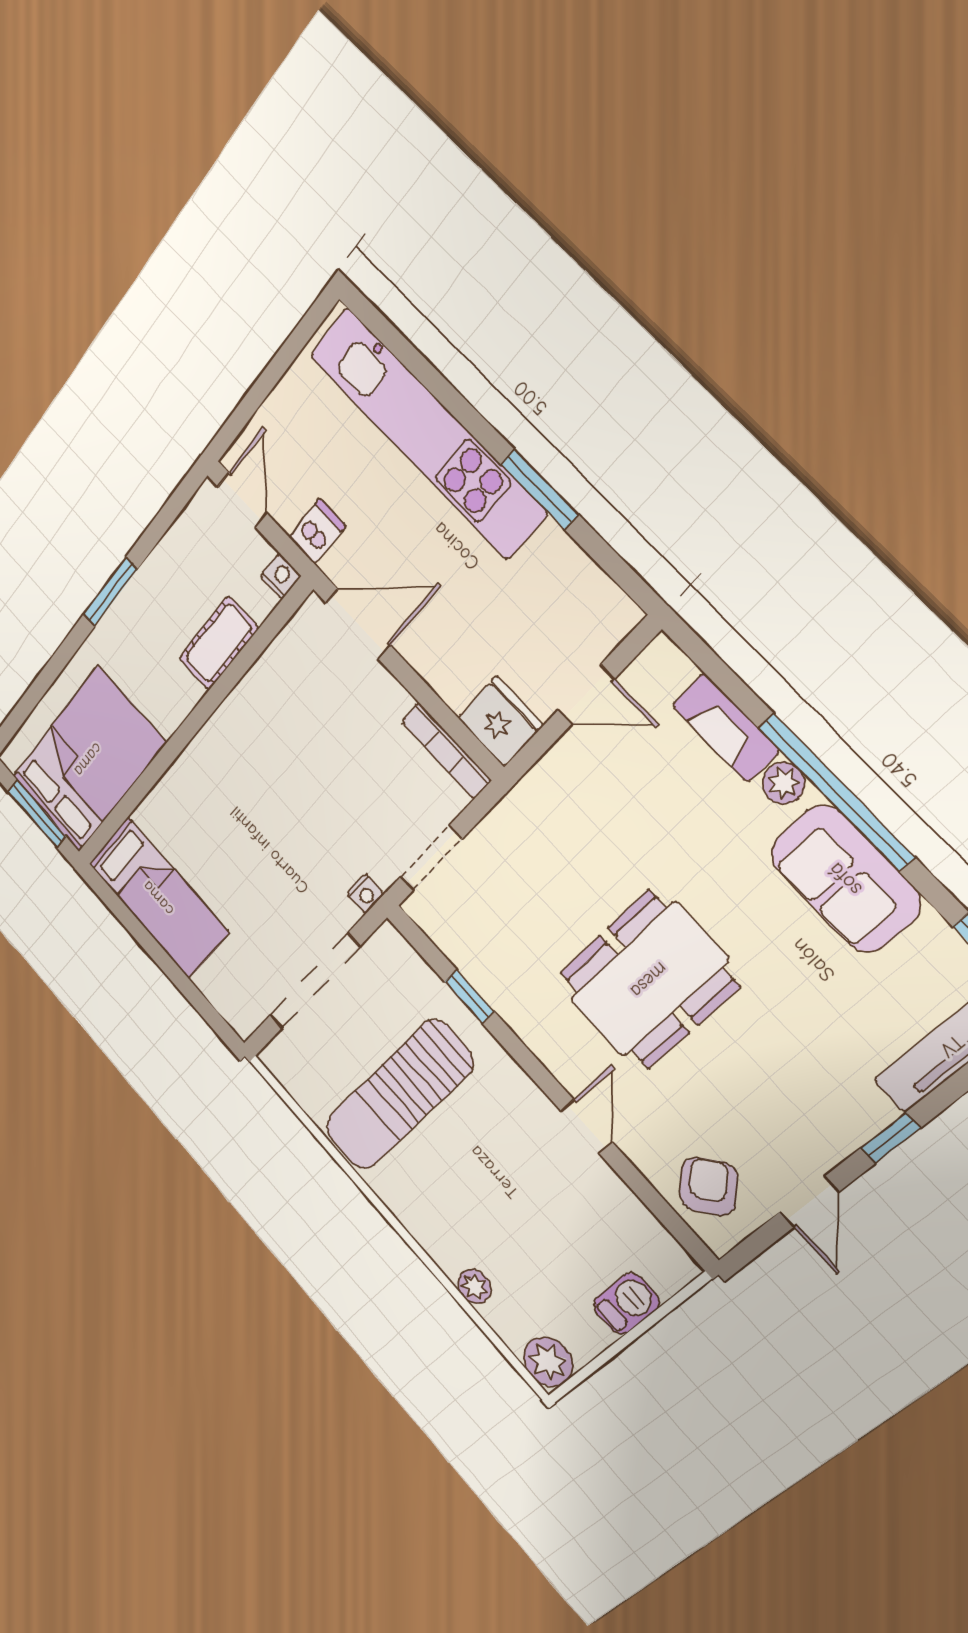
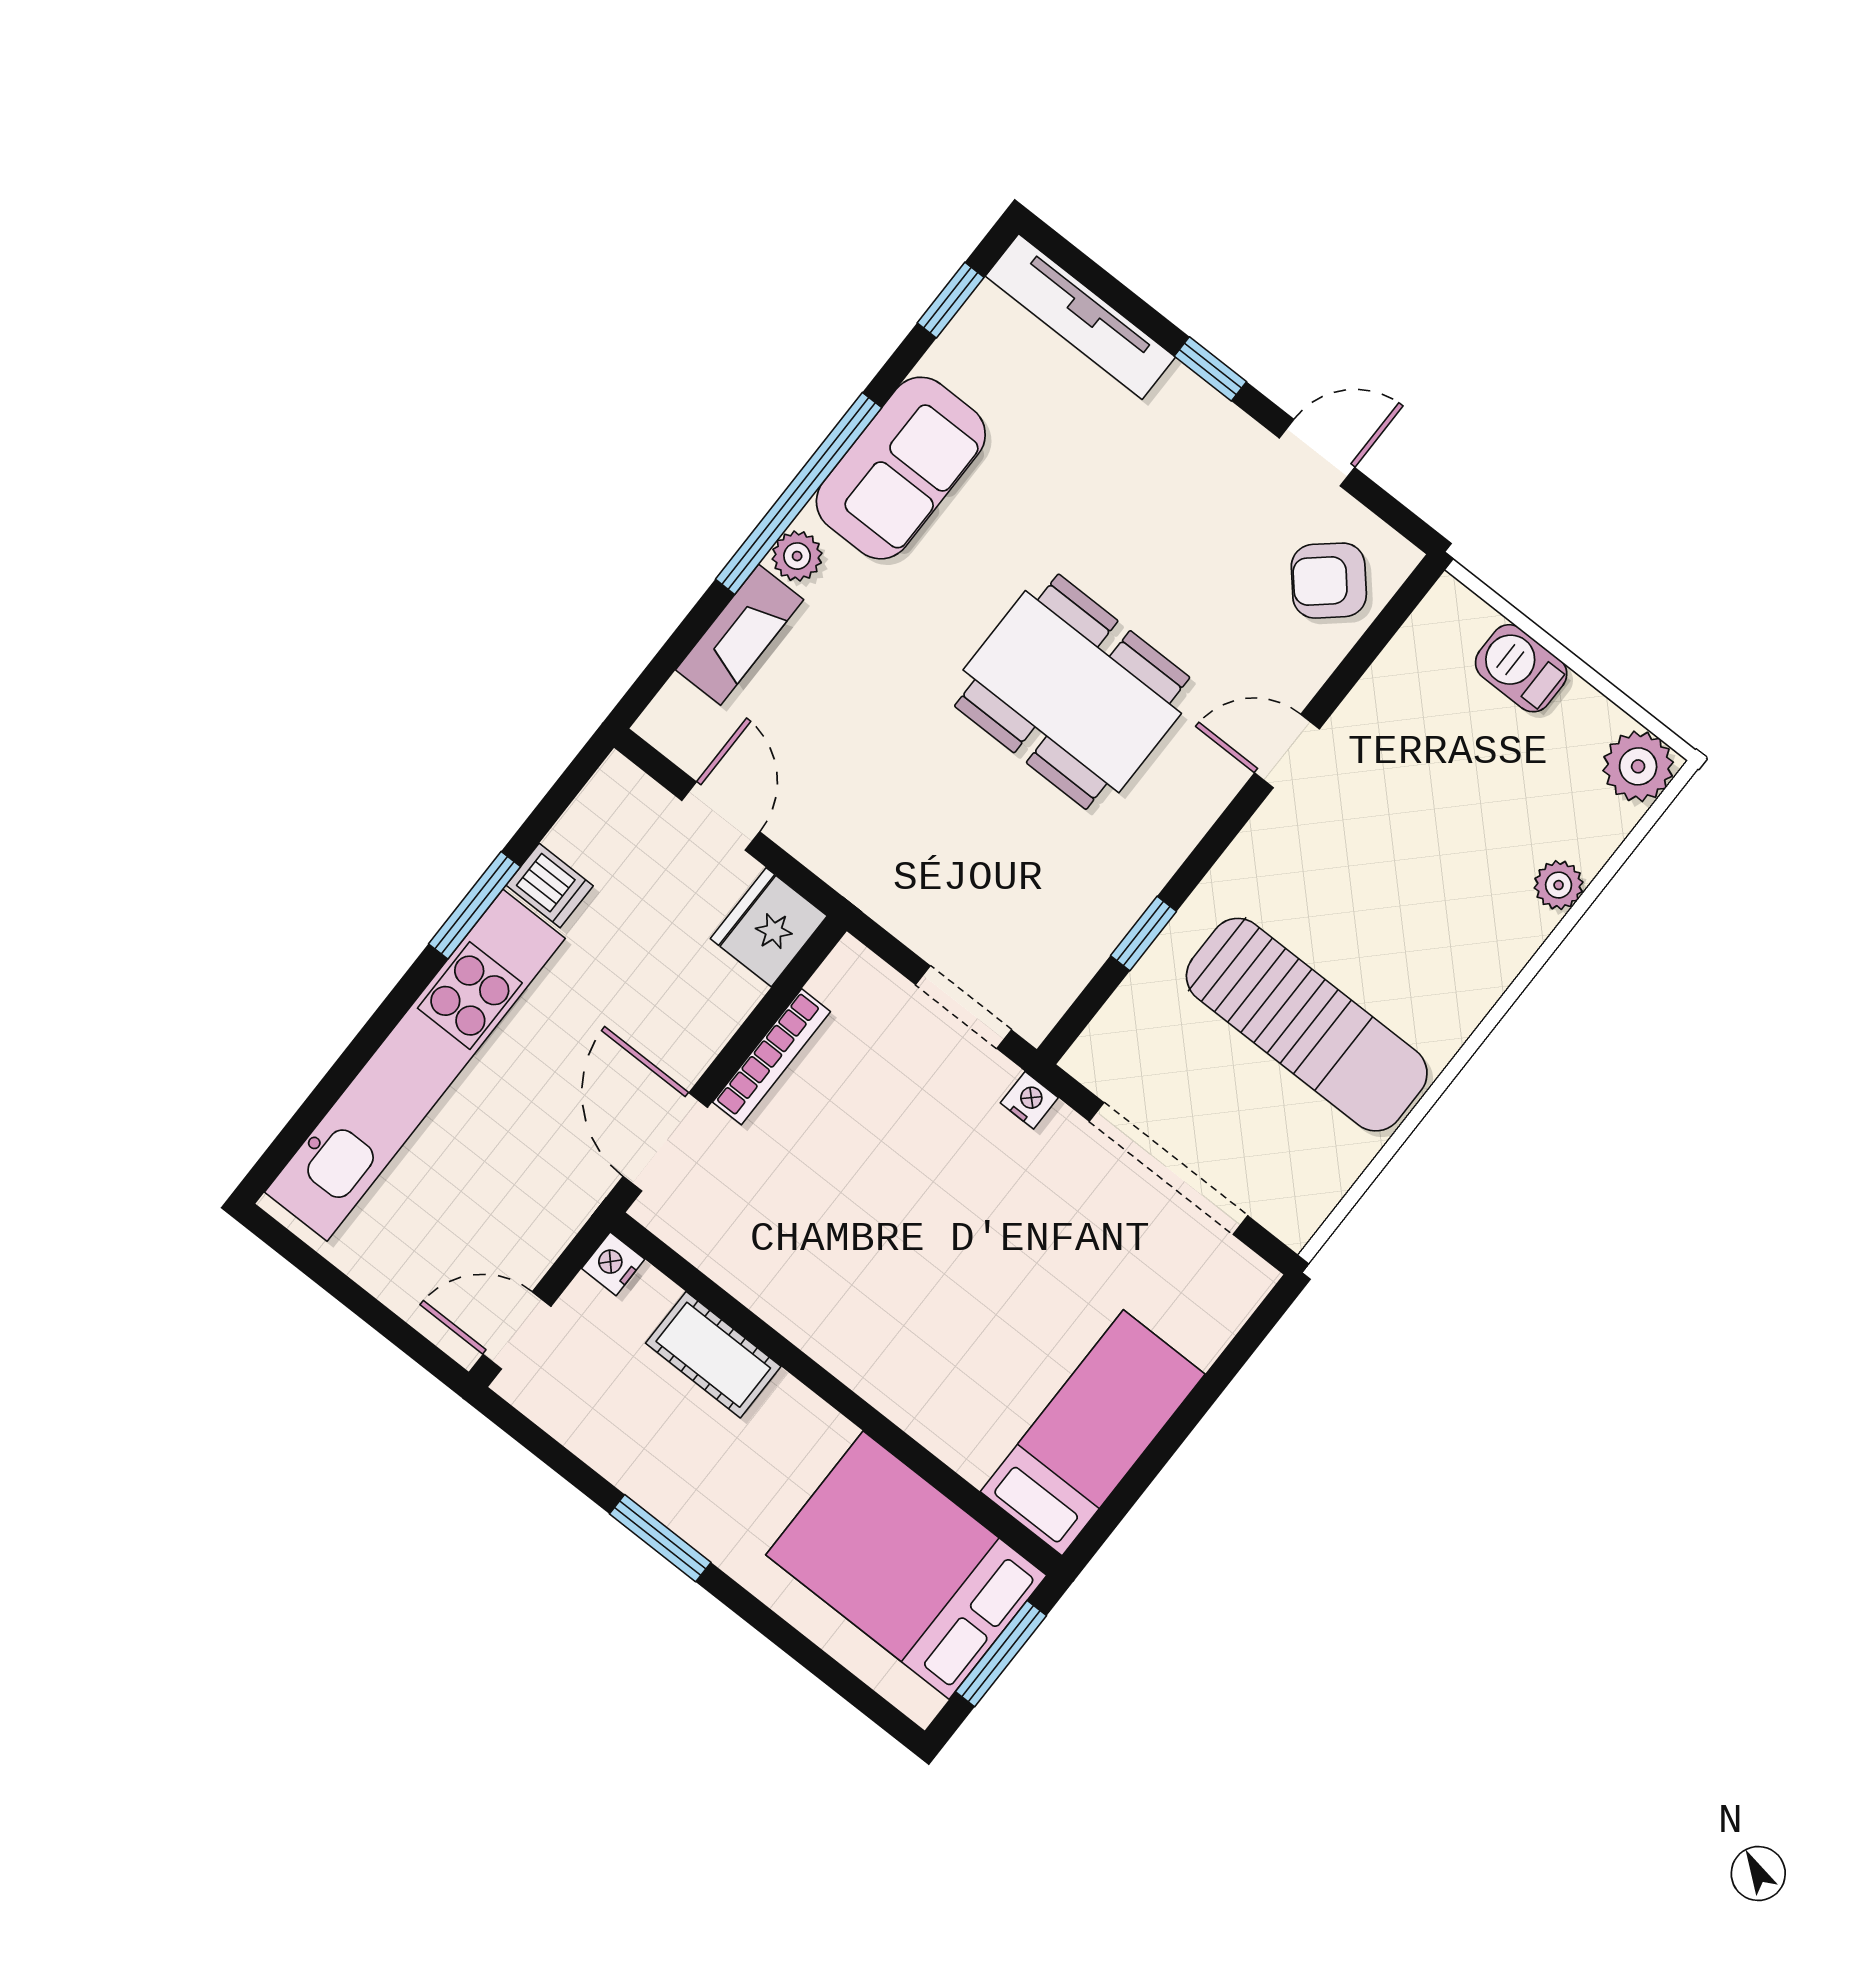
dishwasher: (317, 532) -> (550, 886), moved, turned 180
bookcase: (446, 751) -> (771, 1057), moved

